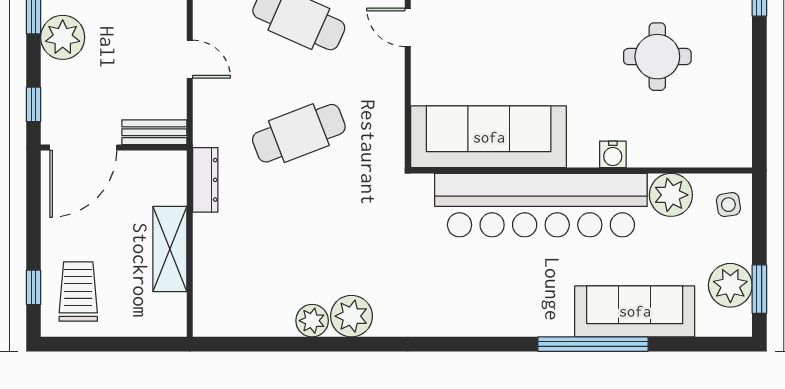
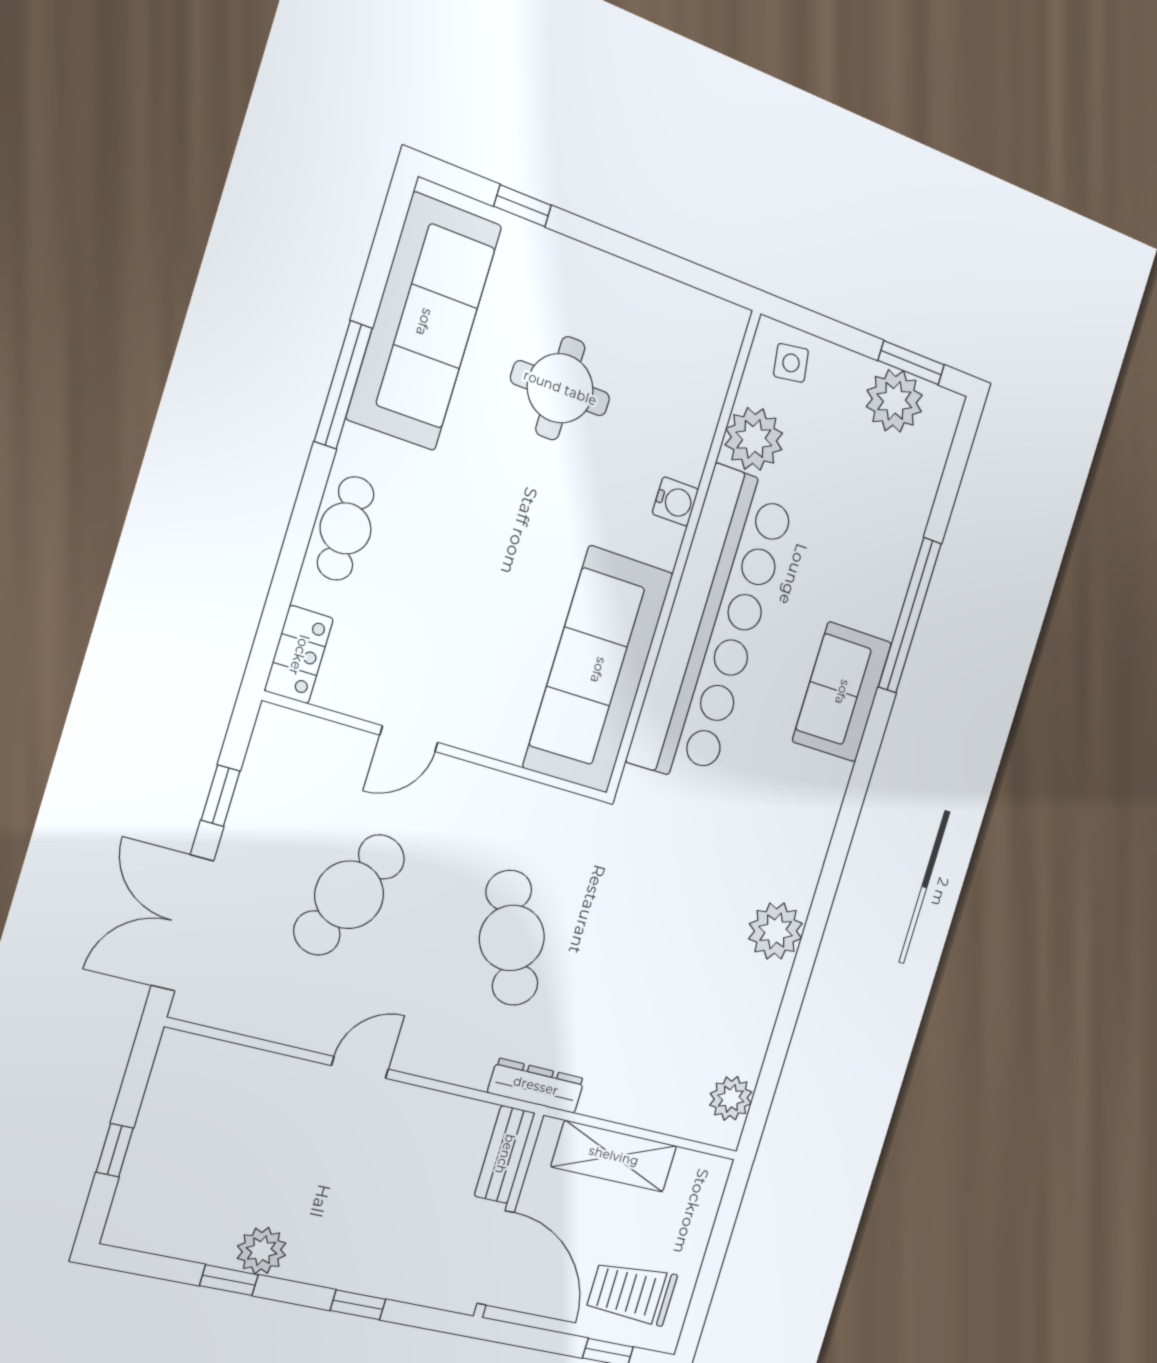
plant: (63, 37) -> (262, 1251), width x0.73, depth x0.73
bench: (154, 132) -> (505, 1154), moved
door: (83, 148) -> (496, 1258), moved
wall: (114, 148) -> (508, 1216), moved
sofa: (635, 311) -> (842, 692), moved, width x0.73
plant: (312, 321) -> (731, 1098), moved

